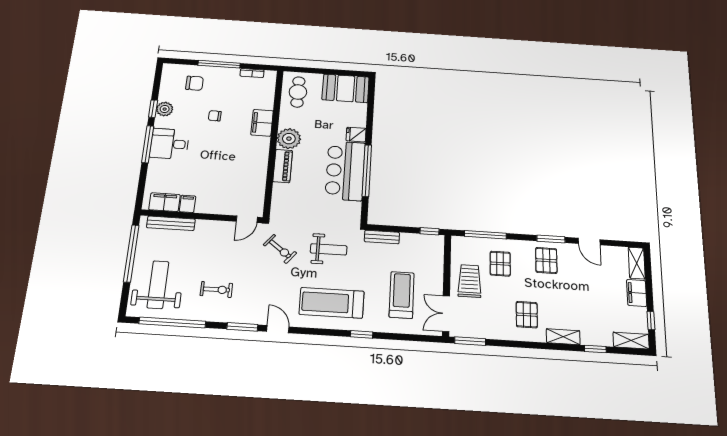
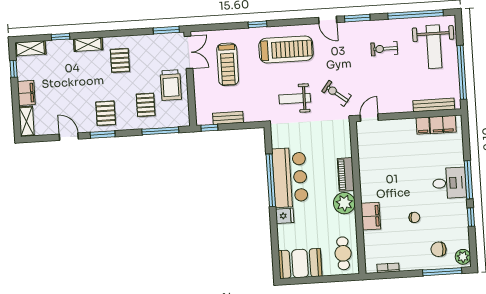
window: (219, 64) -> (442, 272), moved
plant: (165, 109) -> (463, 257), moved
bench: (382, 237) -> (228, 118), moved

